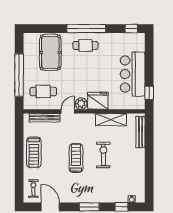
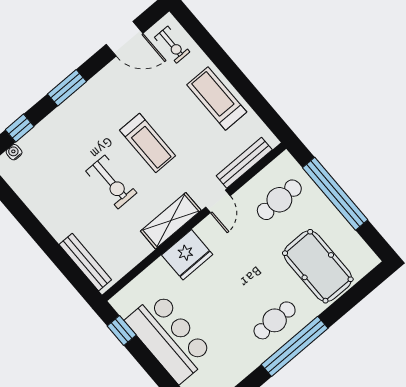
plant: (81, 104) -> (208, 230), removed
shelving: (111, 120) -> (171, 221), moved

